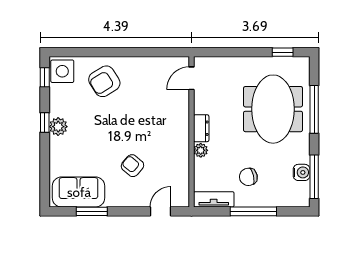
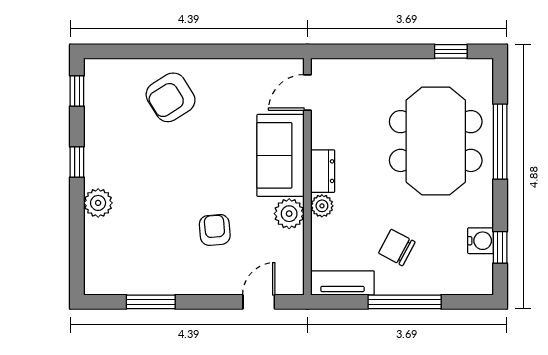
side table: (62, 71) -> (104, 82), removed
plant: (58, 127) -> (98, 203), moved
plant: (180, 155) -> (289, 214), added
armchair: (132, 166) -> (215, 230), turned 45
chair: (248, 177) -> (397, 248), turned 41
window: (314, 177) -> (500, 247), width x0.46
sofa: (79, 192) -> (281, 155), moved, turned -90

